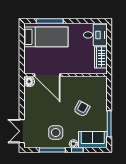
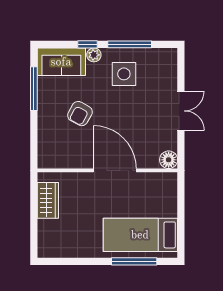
desk: (95, 35) -> (57, 238), removed
door: (47, 75) -> (115, 170), moved
double door: (22, 131) -> (181, 111), moved

